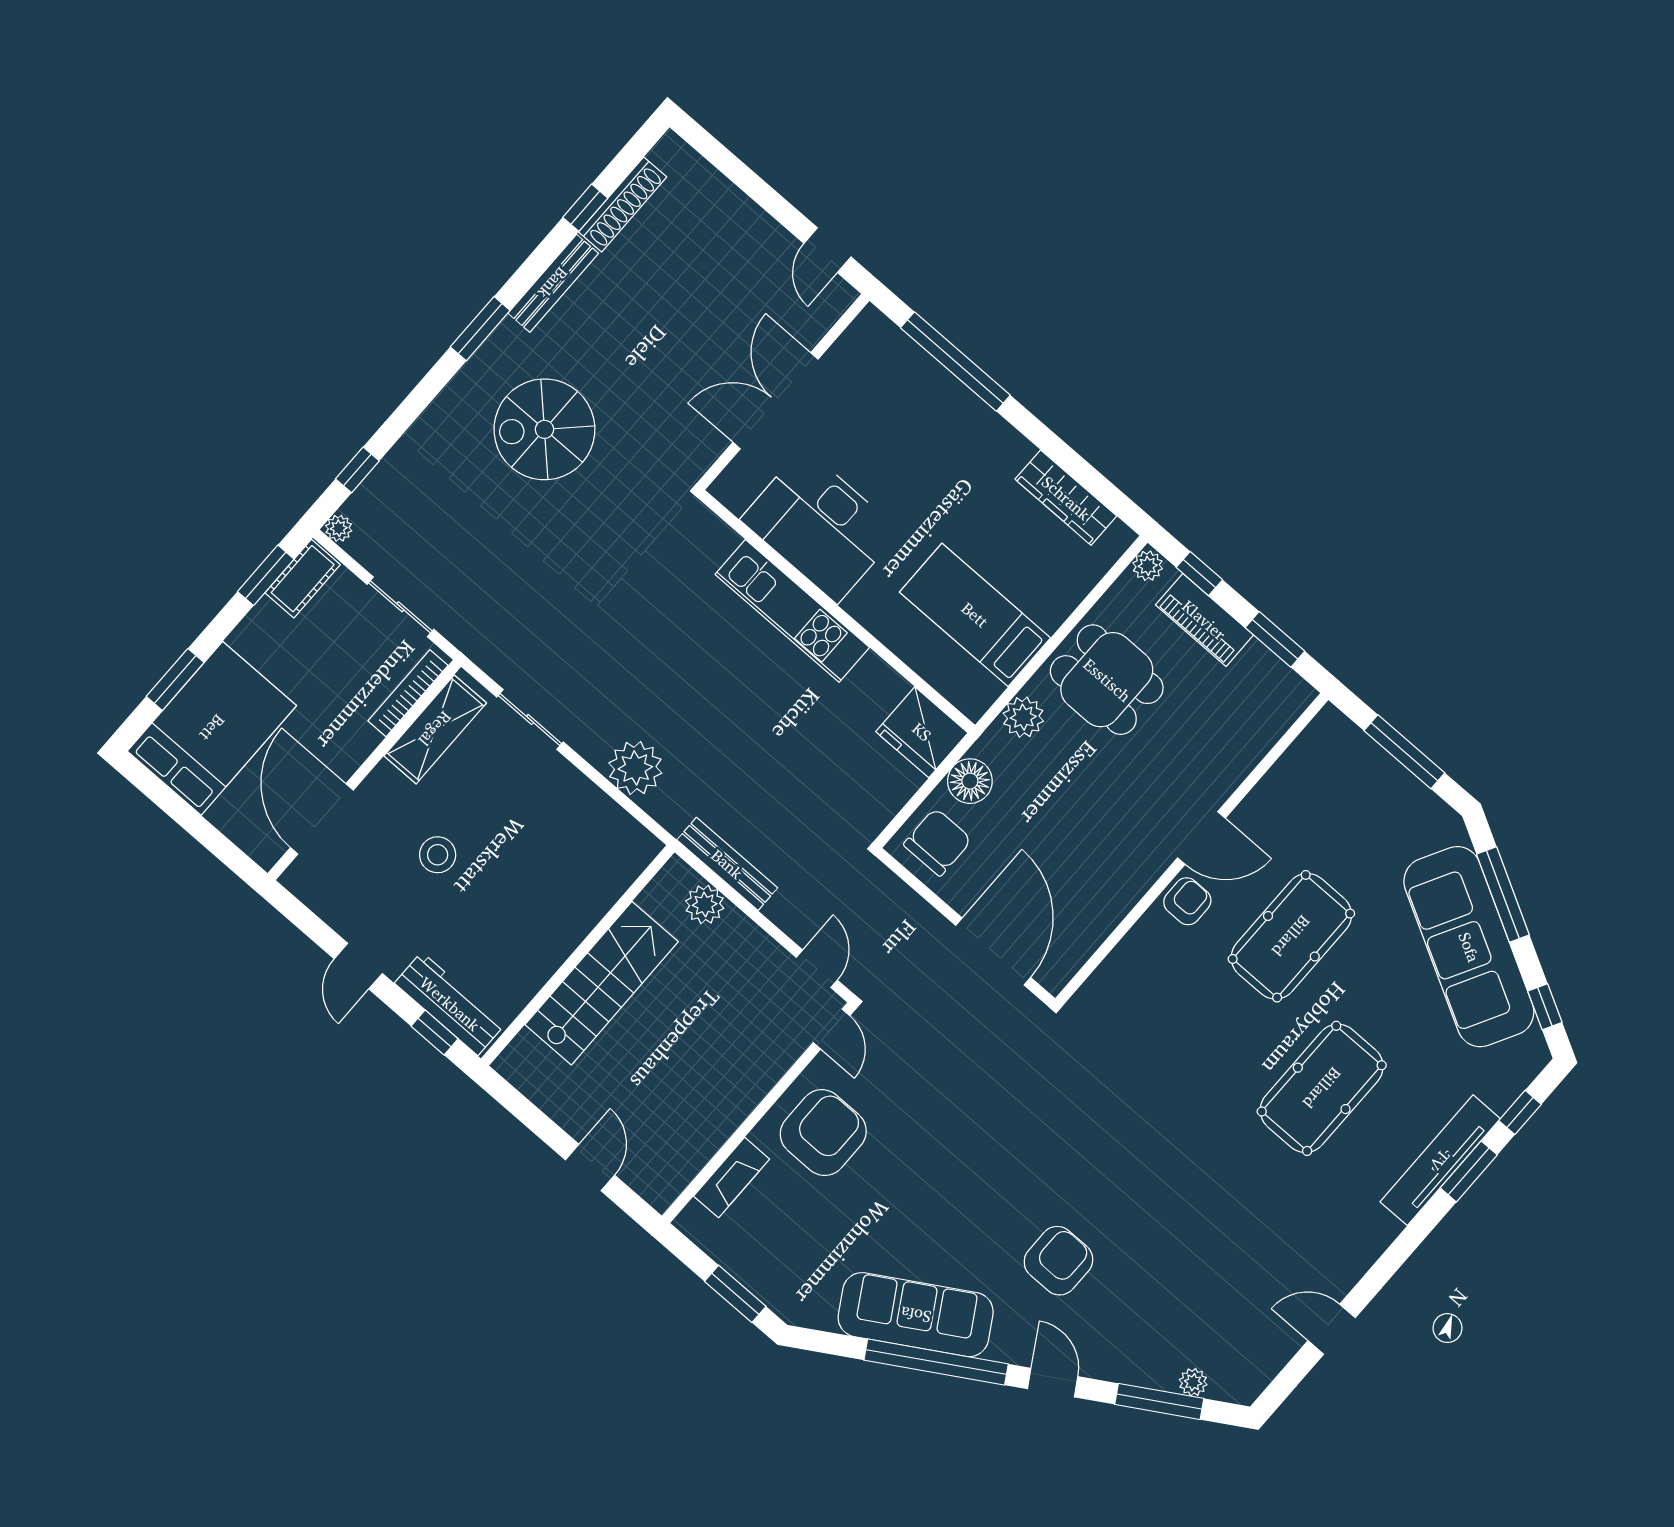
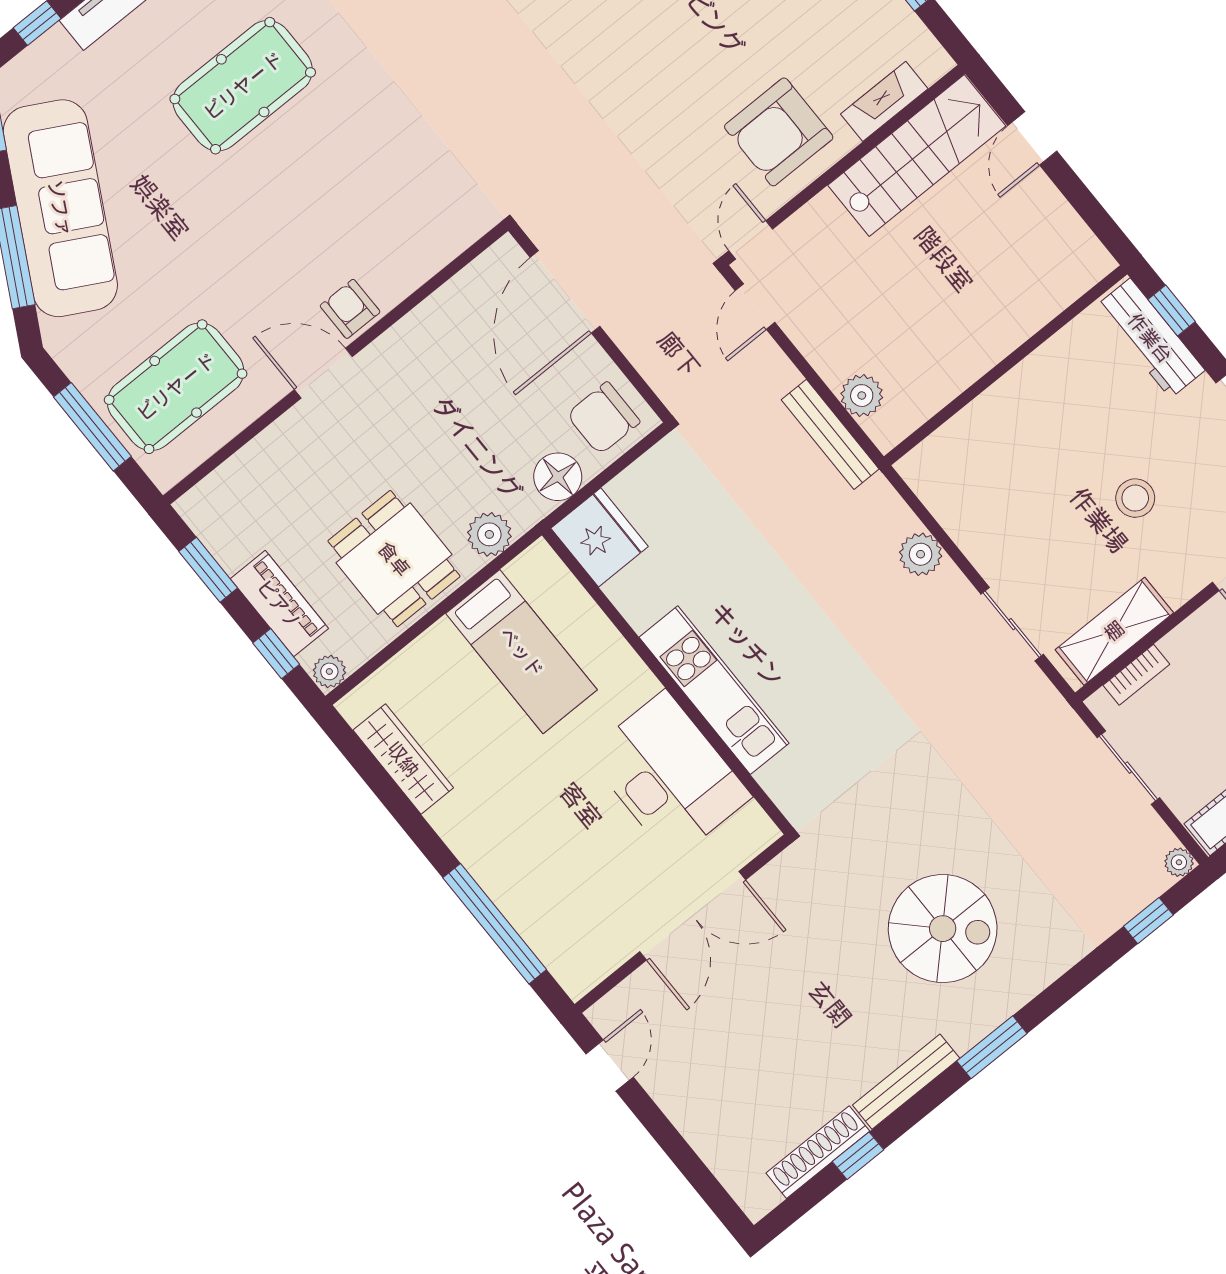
bookcase: (408, 693) -> (1136, 675), width x0.64
plant: (635, 768) -> (921, 554), width x0.73, depth x0.73
armchair: (1187, 901) -> (350, 309), turned 90
pool table: (1291, 936) -> (176, 387), moved
stairs: (602, 983) -> (917, 156), moved, turned 180

